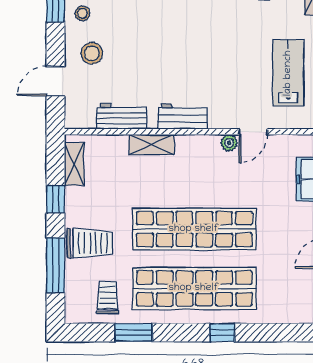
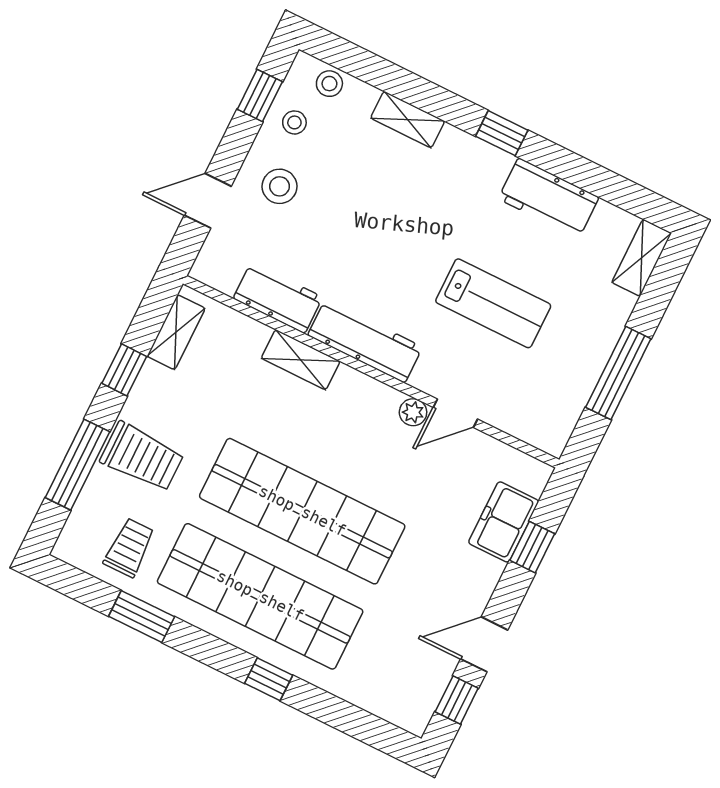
lab bench: (288, 73) -> (493, 303), moved, turned 90
workbench: (183, 116) -> (365, 341), width x1.37

